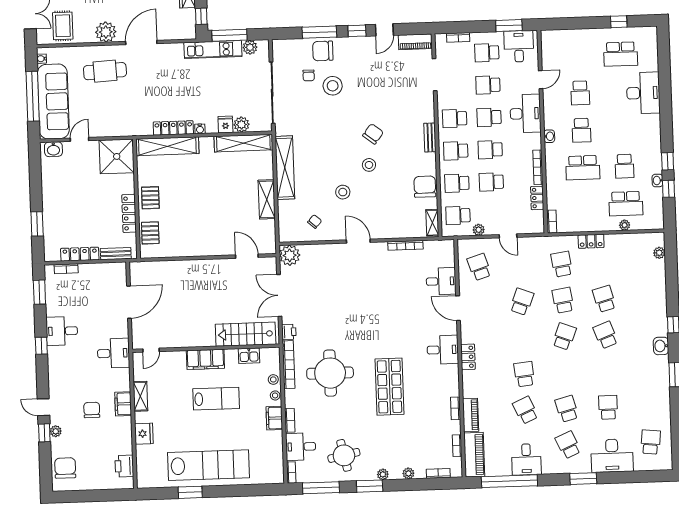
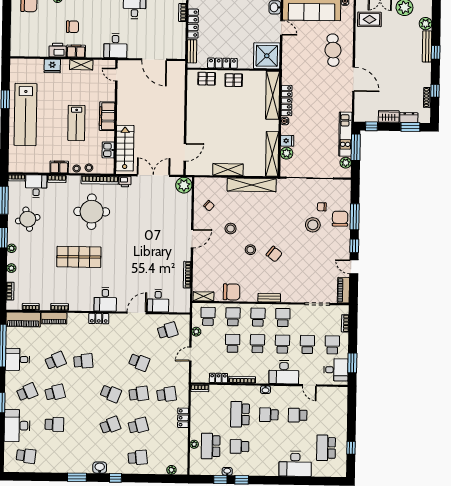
plant: (106, 32) -> (363, 52), removed
school desk: (646, 297) -> (138, 458), added
printer: (124, 466) -> (58, 50), moved

